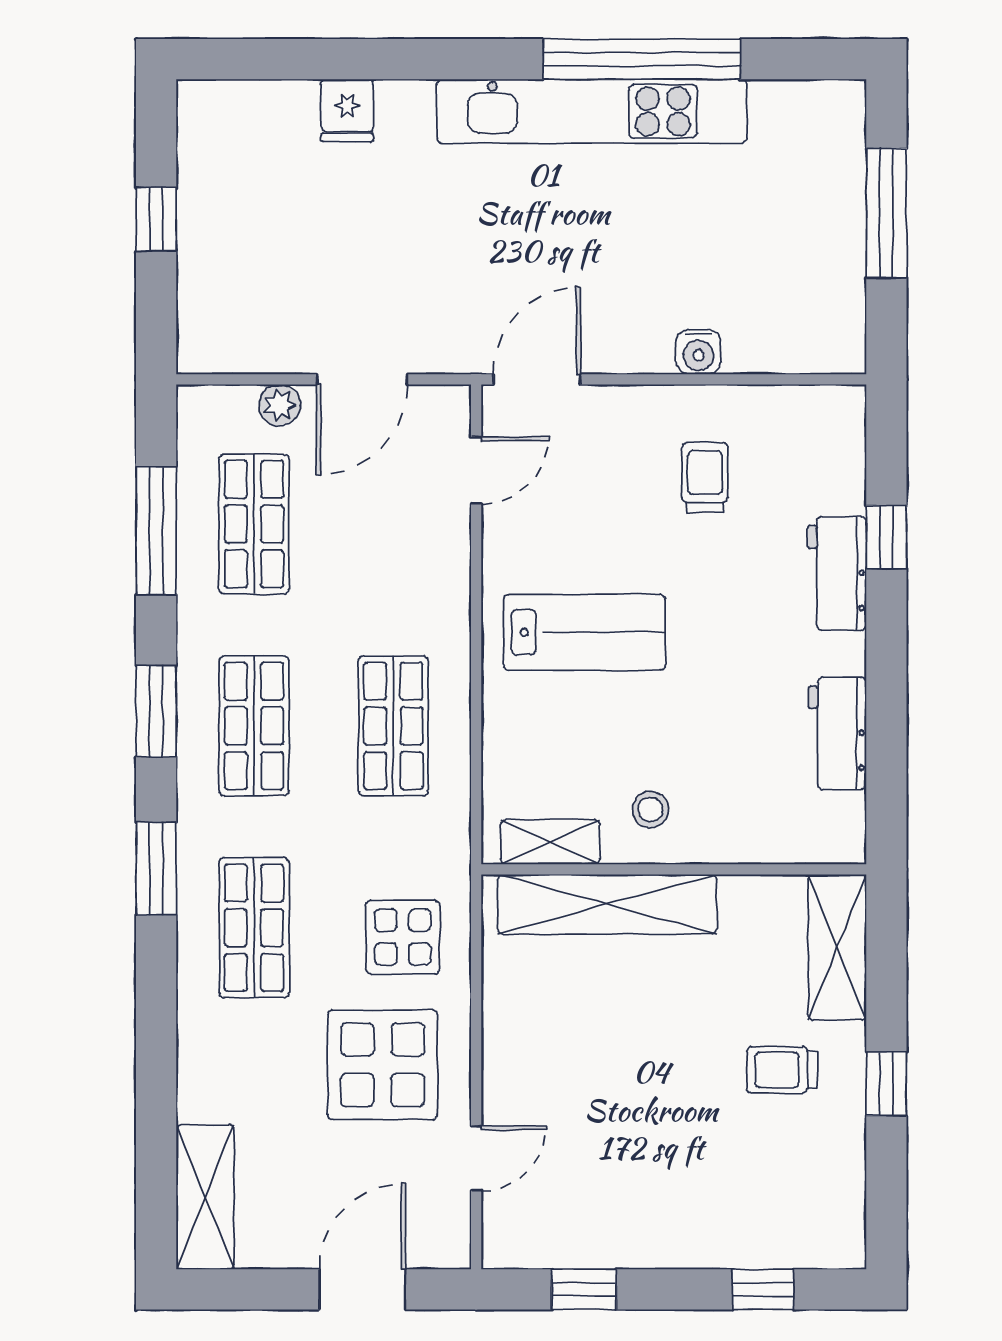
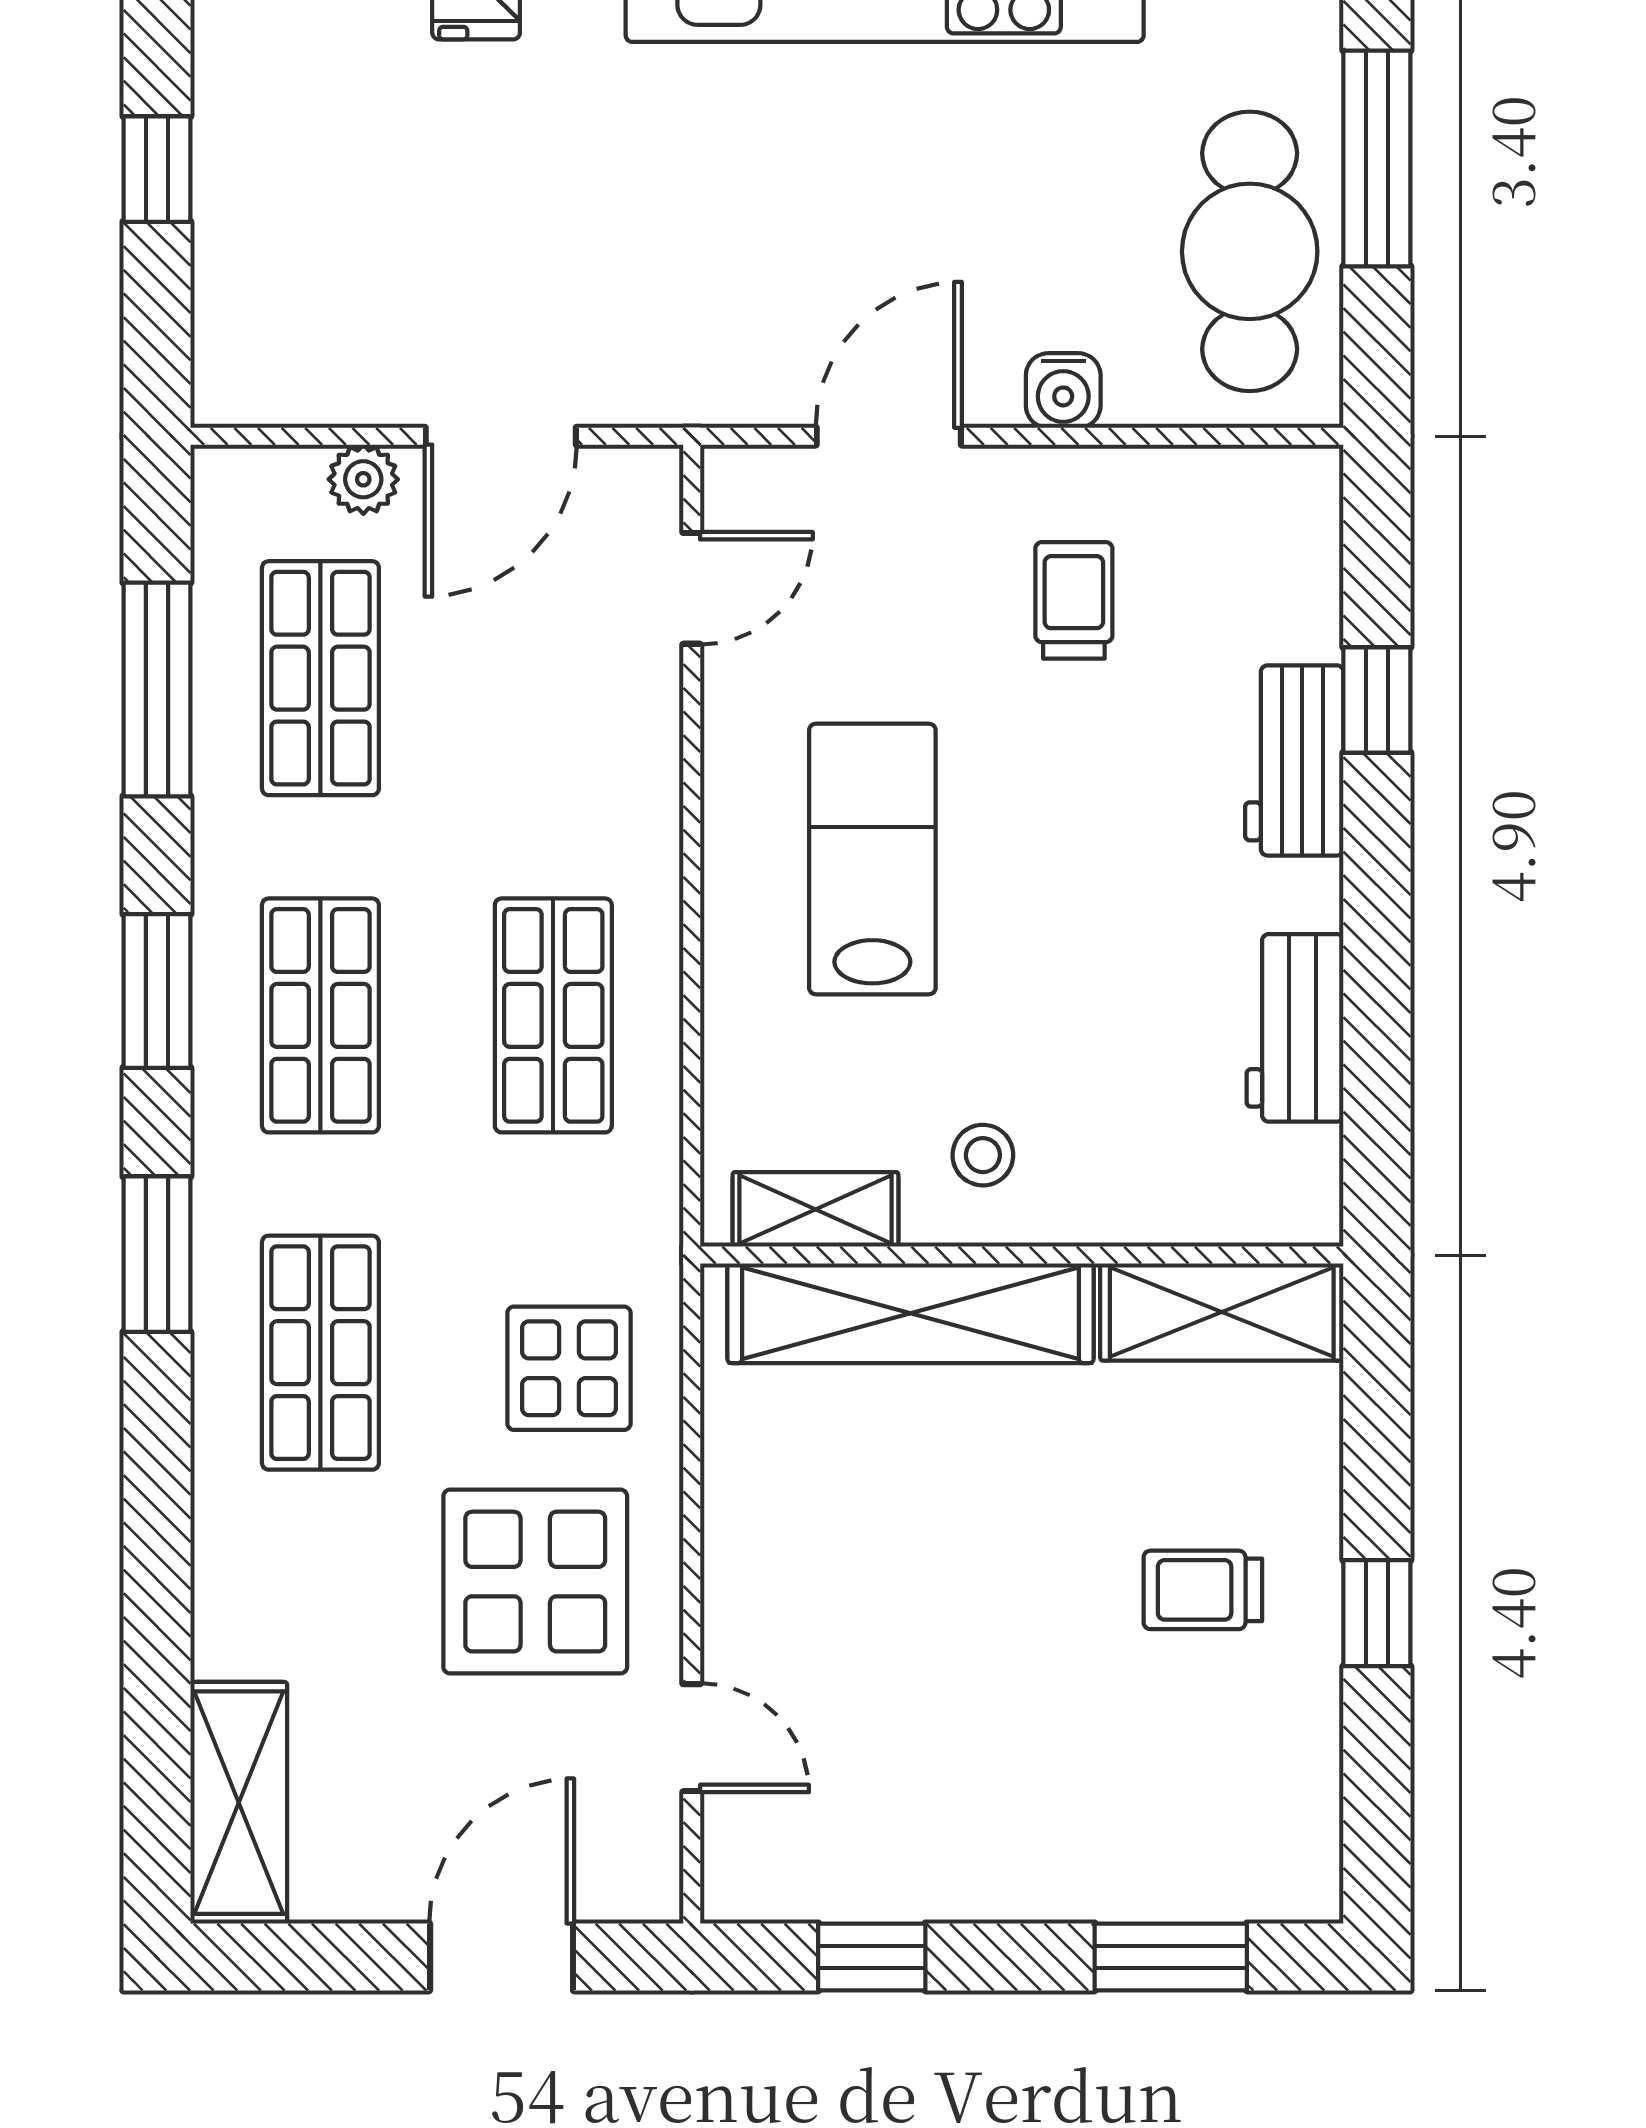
cafe table: (810, 269) -> (1250, 251), added
door: (537, 379) -> (889, 436), moved
lab bench: (584, 632) -> (872, 859), turned -90
shelving: (837, 947) -> (1222, 1312), moved, turned 90
door: (476, 1158) -> (692, 1738), hinge flipped
window: (763, 1289) -> (1171, 1957), width x1.50

